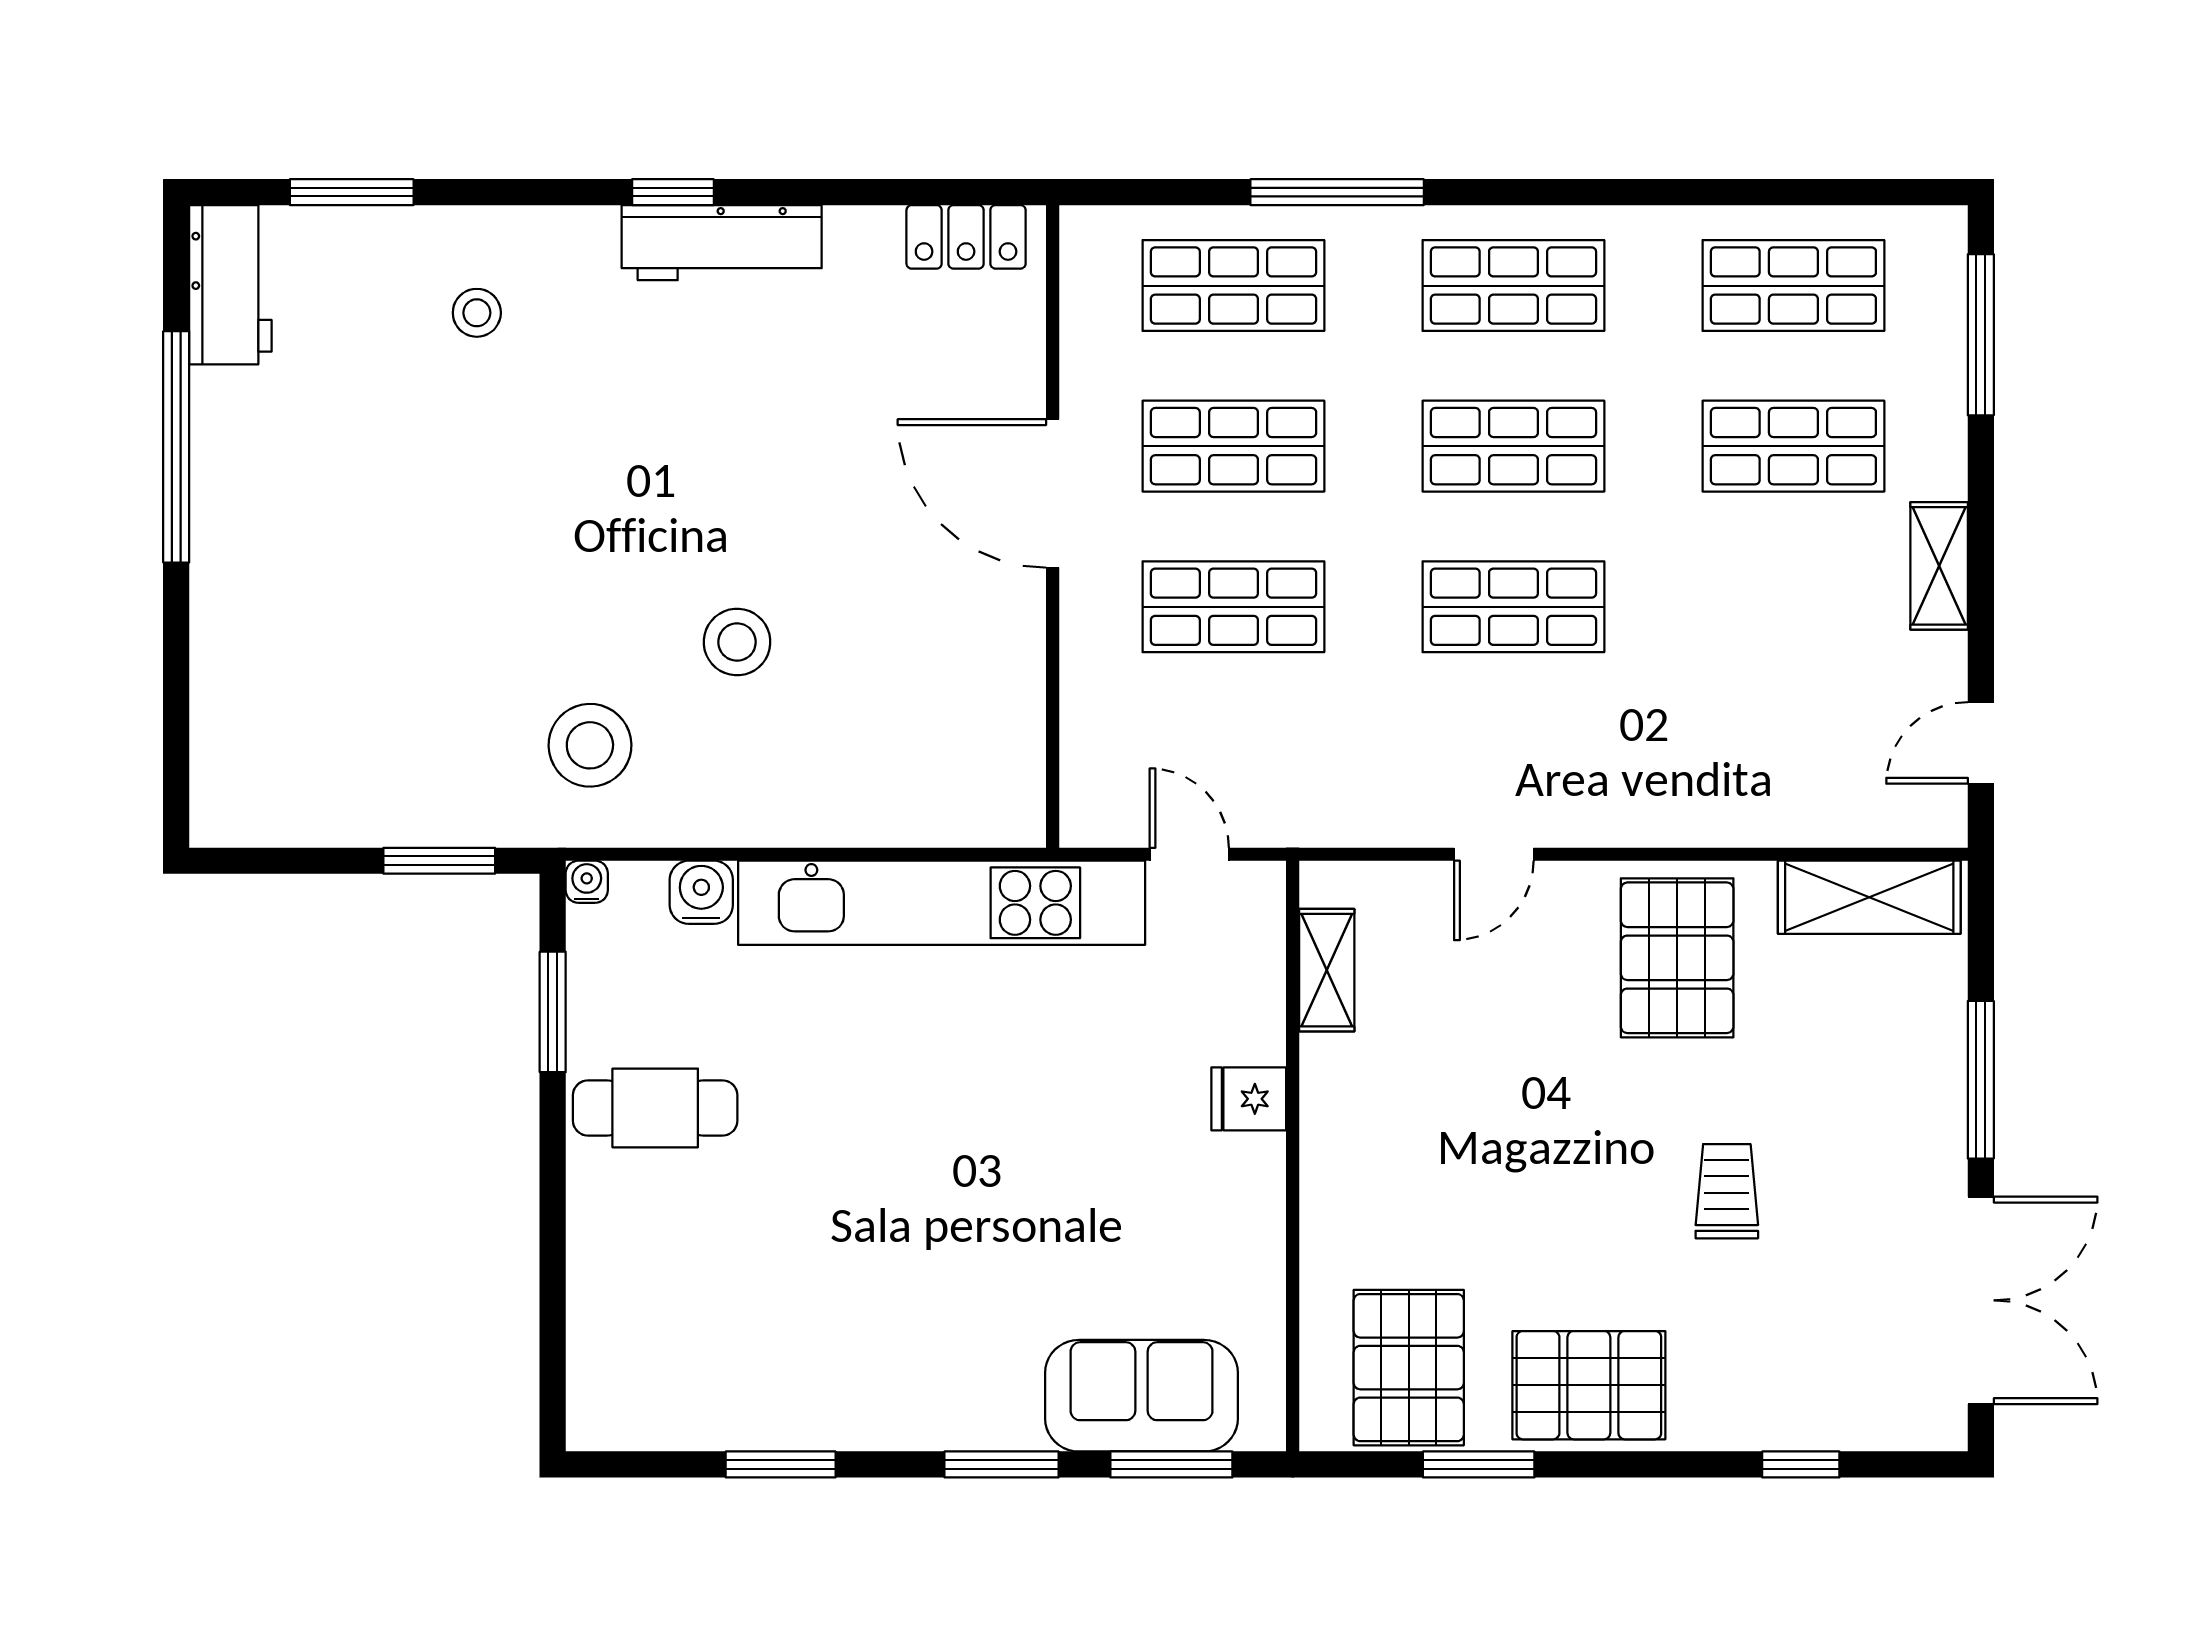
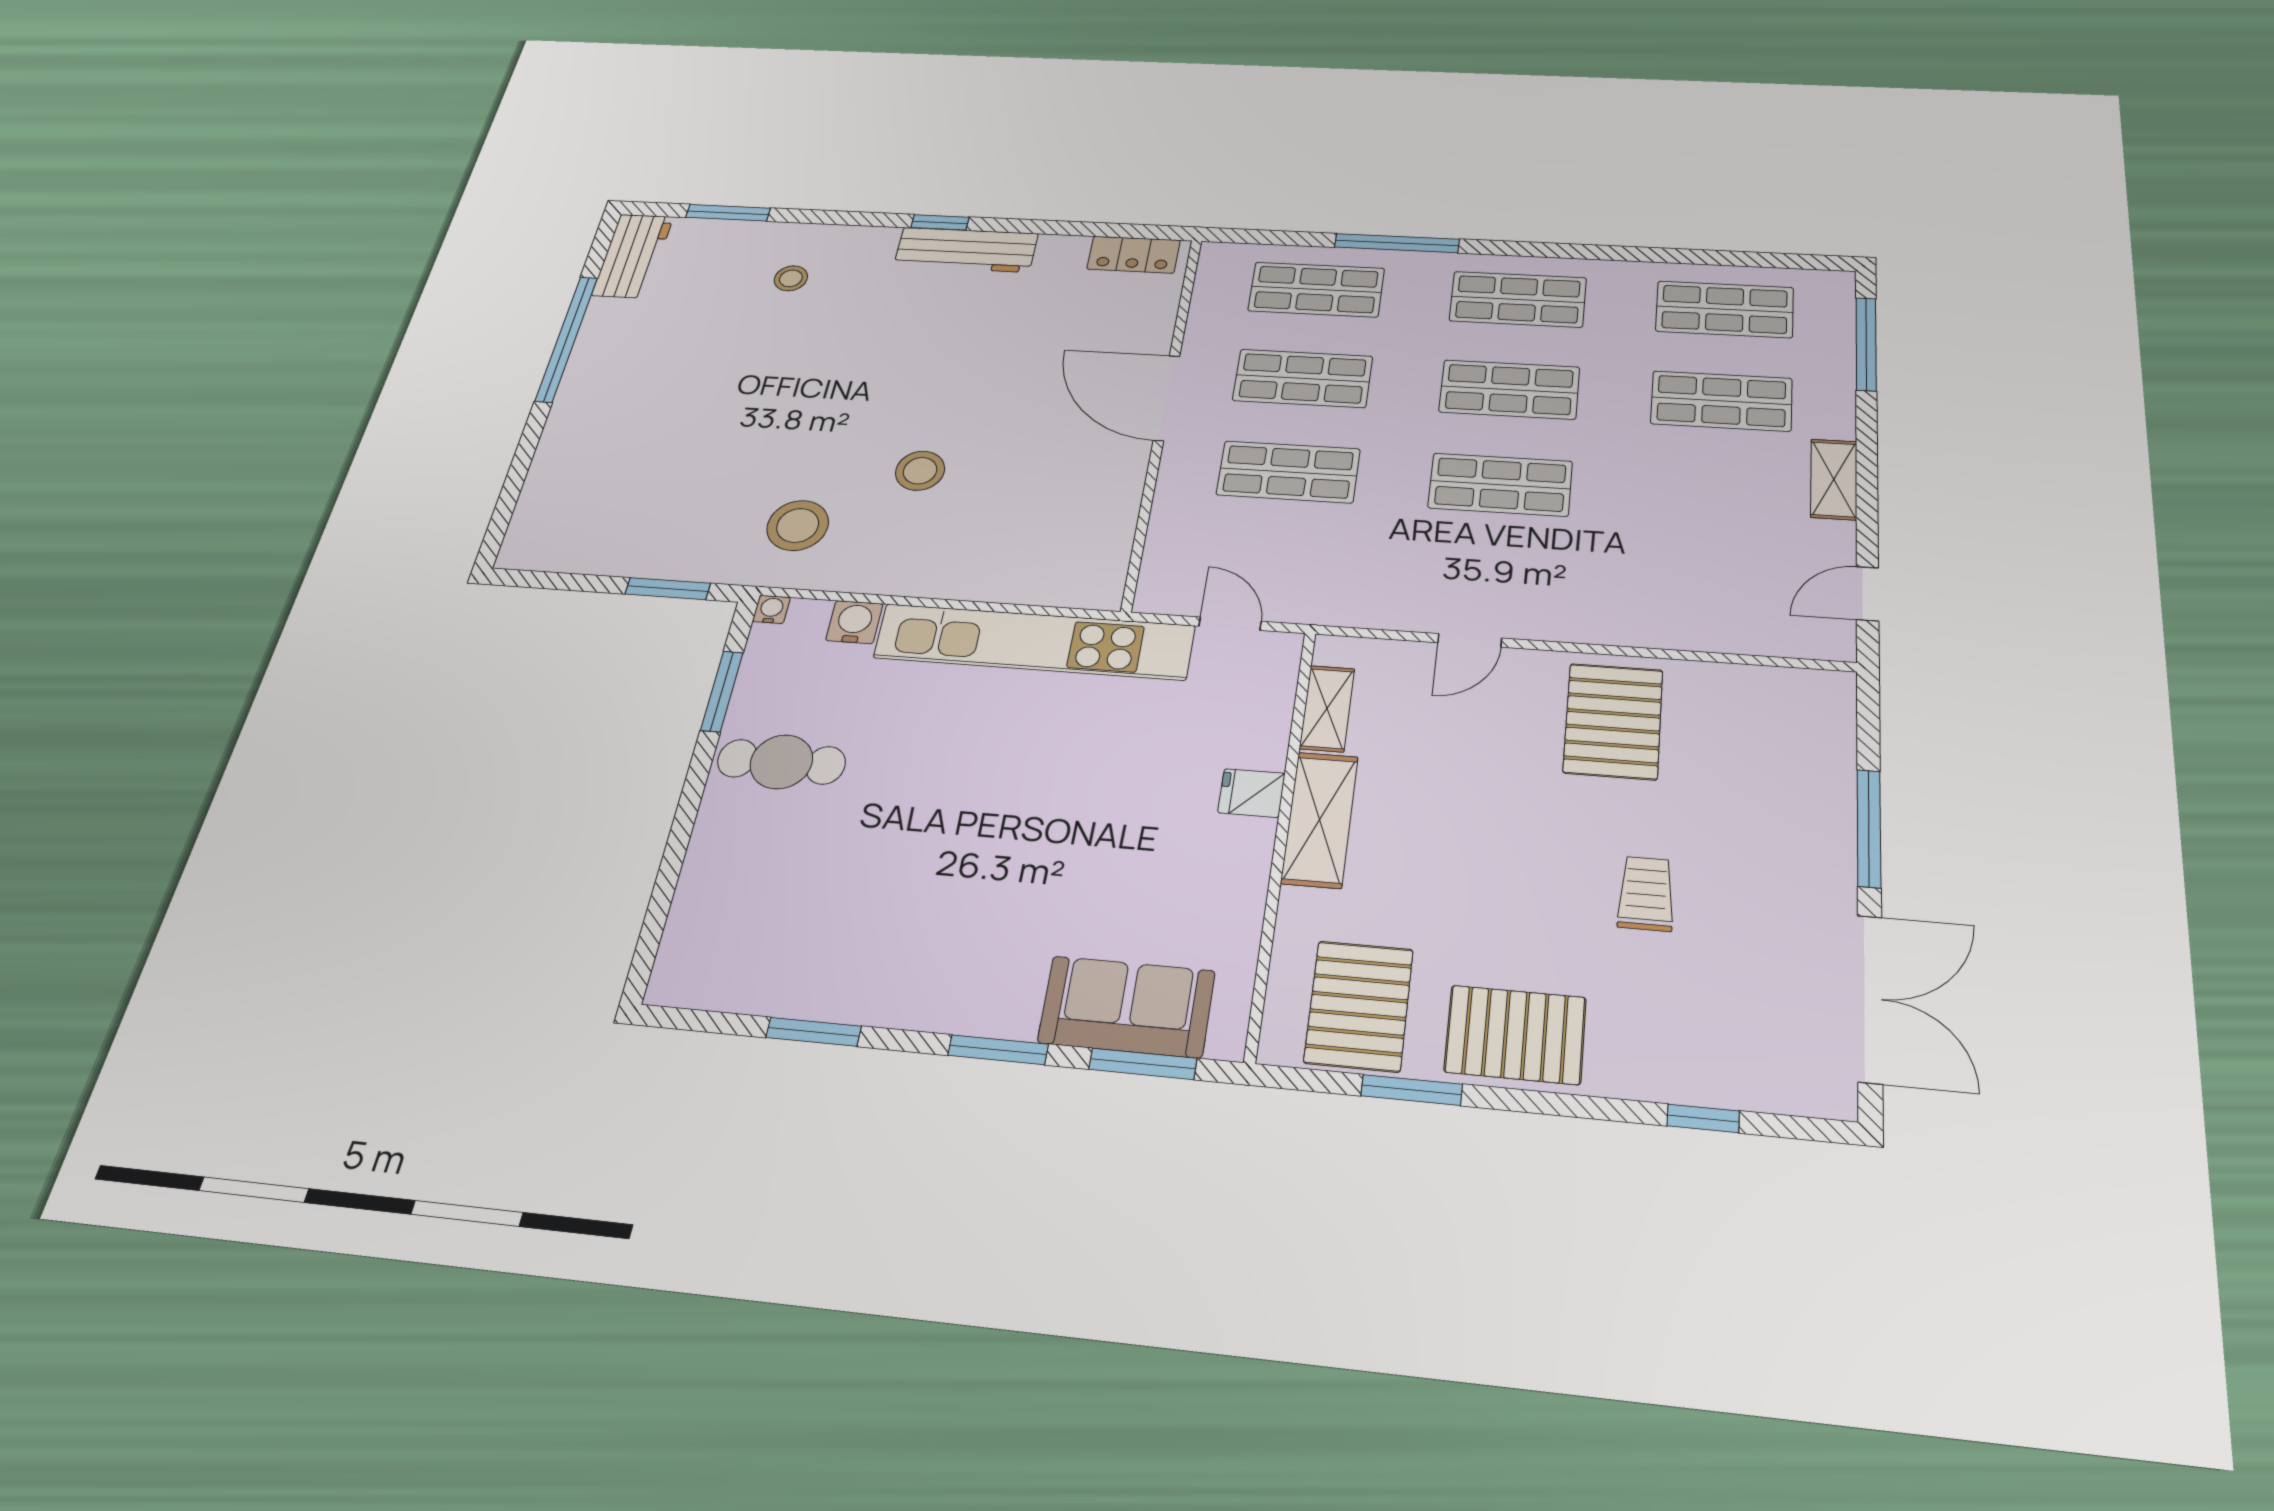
shelving: (1869, 897) -> (1320, 820), moved, turned 90

